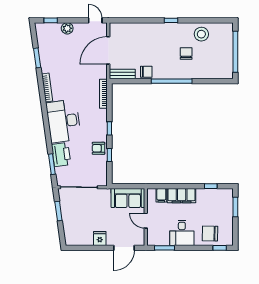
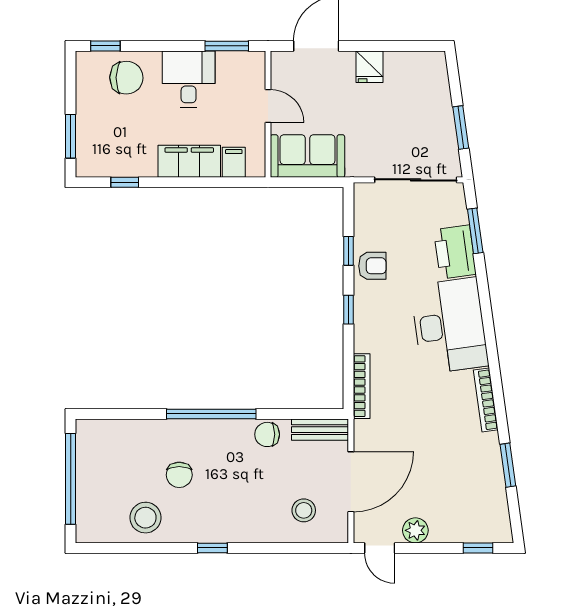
plant: (67, 28) -> (415, 530), moved
stool: (130, 37) -> (304, 510), added

